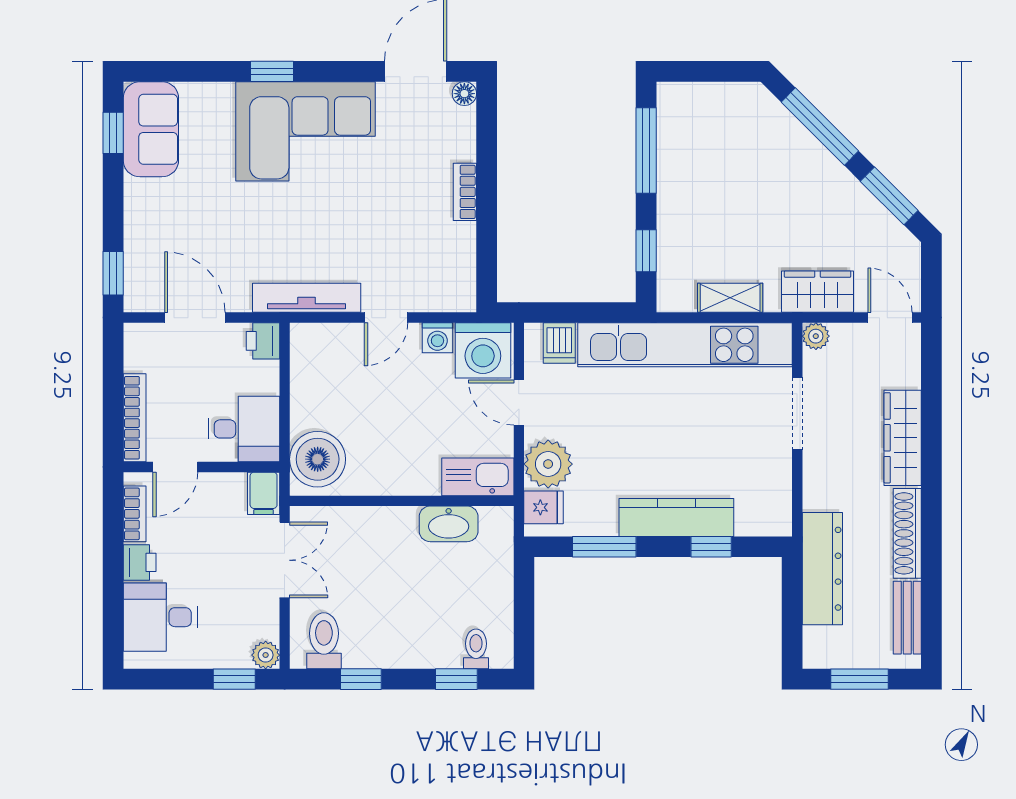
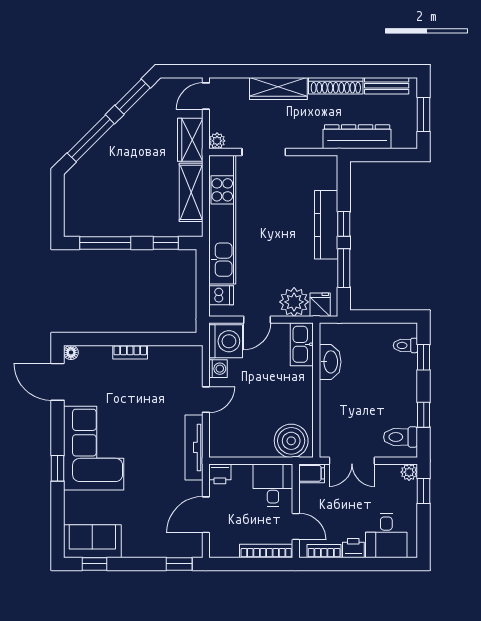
shelving: (730, 298) -> (191, 192), width x1.50, depth x1.33
door: (386, 318) -> (206, 400), hinge flipped
window: (711, 547) -> (344, 224), moved
double door: (285, 560) -> (352, 461), swing flipped

